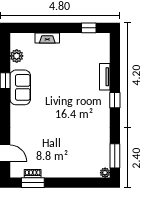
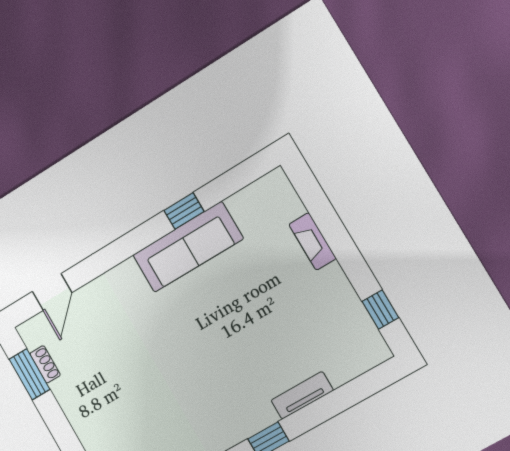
plant: (17, 56) -> (243, 204), removed
sofa: (20, 87) -> (188, 247), width x1.36

